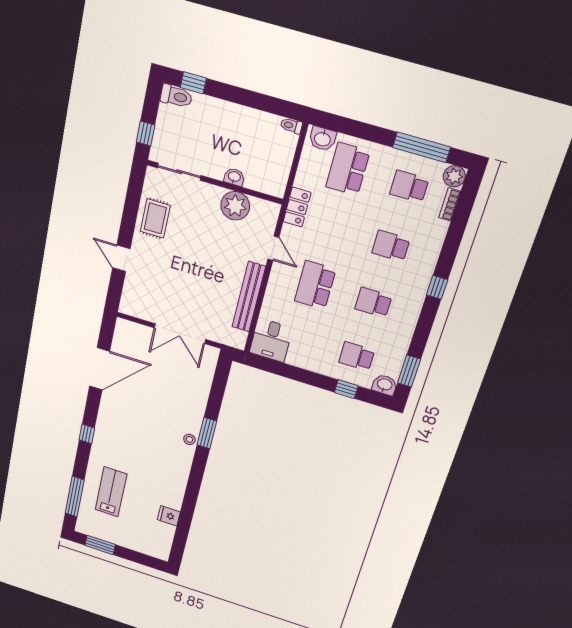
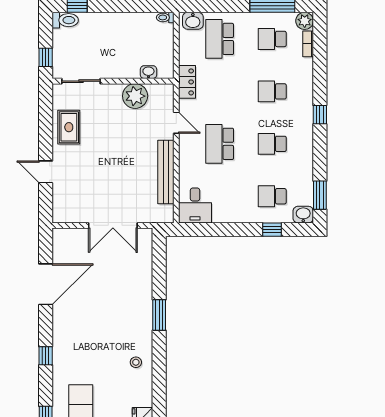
washbasin: (234, 177) -> (148, 72), moved
stool: (189, 439) -> (136, 362), moved

